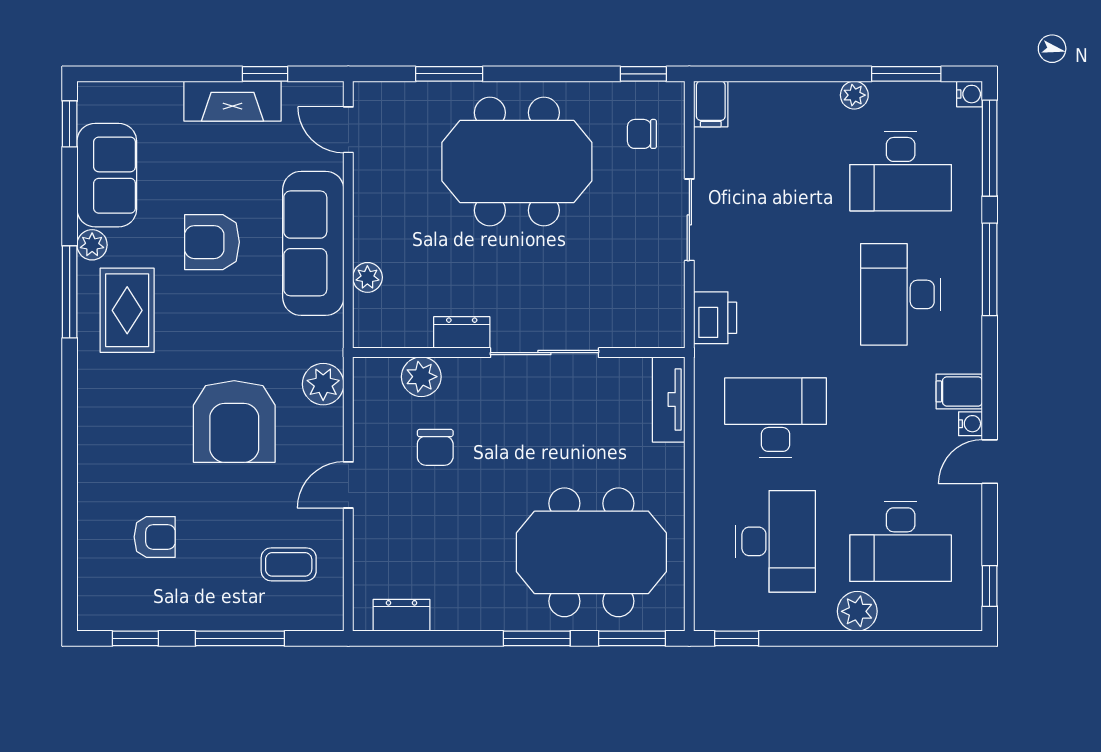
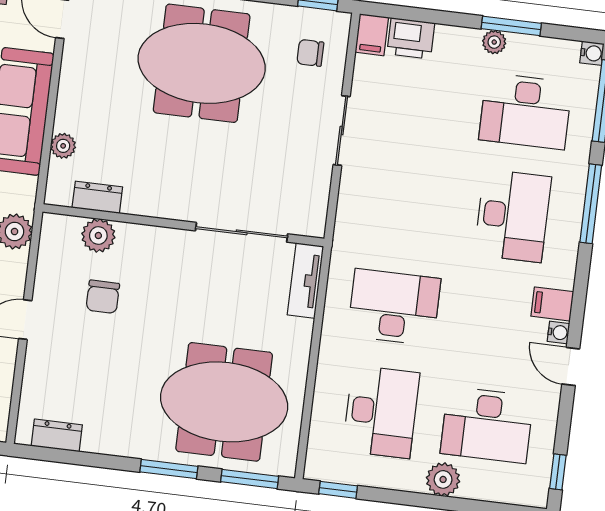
window: (906, 74) -> (511, 26), moved
desk: (901, 294) -> (513, 216), turned 180
printer: (715, 318) -> (411, 38), moved, turned 90
dresser: (462, 332) -> (97, 197), moved
sliding door: (544, 353) -> (242, 232), moved
door: (990, 462) -> (571, 366), hinge flipped

